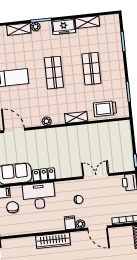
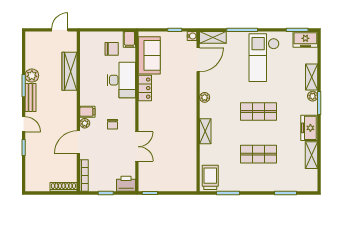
trolley: (105, 109) -> (210, 177), moved
wardrobe: (53, 240) -> (69, 71), moved

